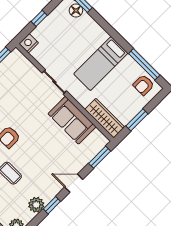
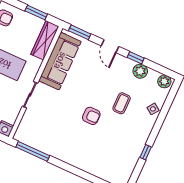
sofa: (72, 120) -> (60, 61), width x1.36

